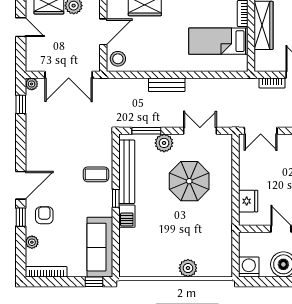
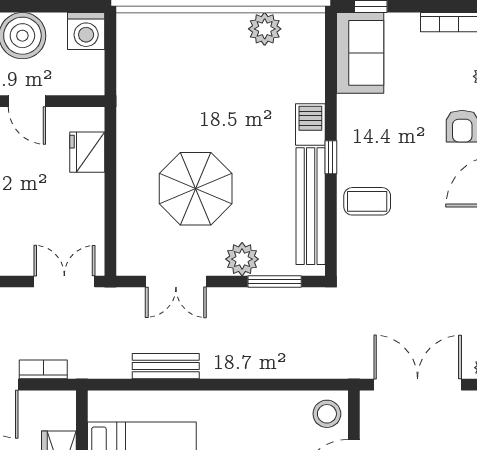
bench: (167, 85) -> (166, 366), moved
sofa: (100, 247) -> (360, 53), width x0.73
plant: (188, 268) -> (265, 29), moved

